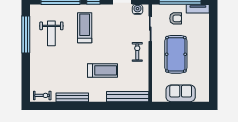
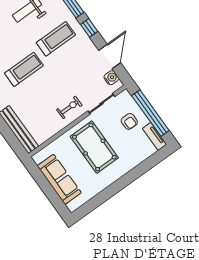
pool table: (176, 54) -> (94, 147), turned 90
treadmill: (103, 70) -> (24, 69), moved, turned -90
sofa: (181, 93) -> (59, 179), width x1.36

